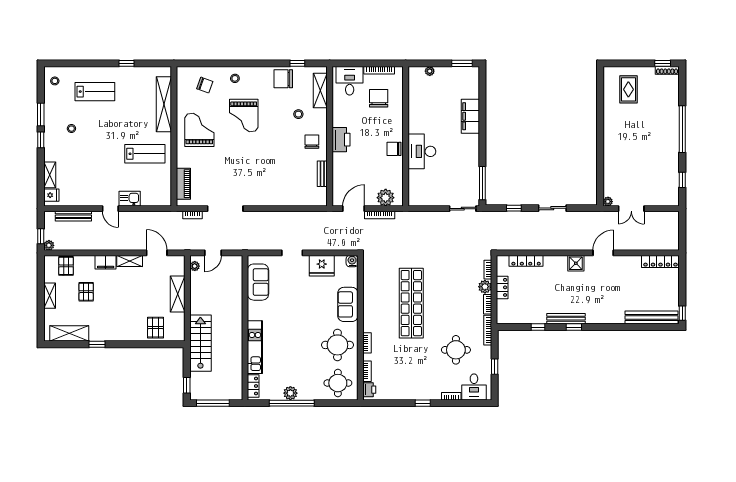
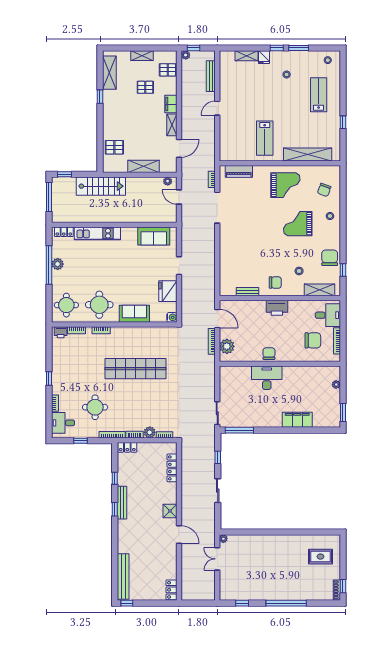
lab bench: (95, 92) -> (319, 95), turned 180
fridge: (51, 195) -> (264, 57), moved
kitchen sink: (130, 199) -> (226, 125), removed
locker: (660, 262) -> (171, 590), width x0.66
locker: (502, 287) -> (127, 447), moved

